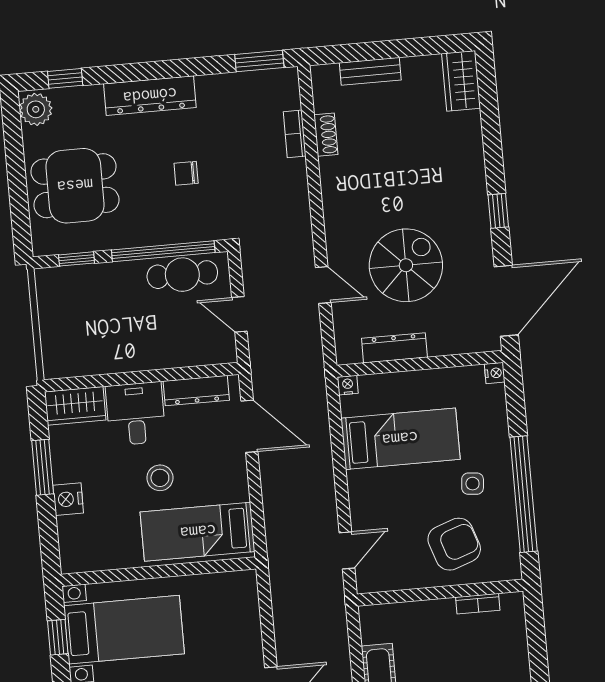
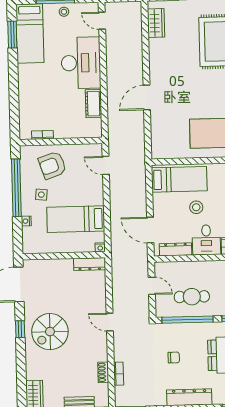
spiral stairs: (406, 265) -> (50, 332), moved
cafe table: (182, 275) -> (192, 297), moved
door: (323, 285) -> (110, 322), moved
dresser: (394, 348) -> (90, 264), moved
nightstand: (495, 373) -> (26, 221), moved
door: (347, 550) -> (106, 165), hinge flipped

